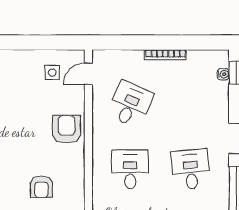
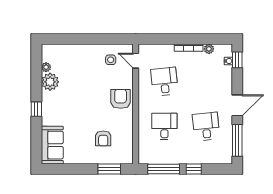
plant: (195, 57) -> (209, 49), added
door: (88, 74) -> (136, 61), hinge flipped
desk: (130, 104) -> (164, 82), turned -30

